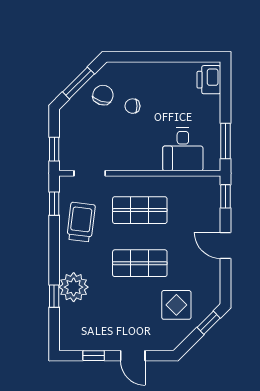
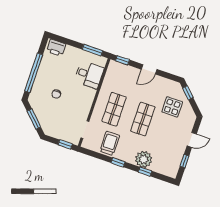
window: (155, 57) -> (34, 73), added
chair: (103, 95) -> (45, 108), removed
window: (54, 204) -> (118, 162), moved
trolley: (81, 222) -> (110, 143), turned 83

